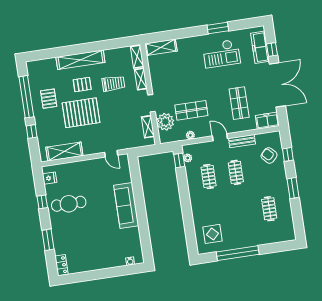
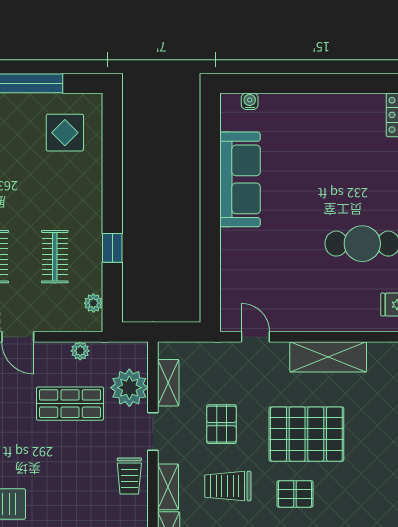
trolley: (159, 81) -> (129, 476), added
pallet: (49, 99) -> (221, 424), moved
shelving: (64, 151) -> (328, 357), moved
window: (179, 160) -> (112, 248), moved
sofa: (126, 205) -> (240, 179), moved

